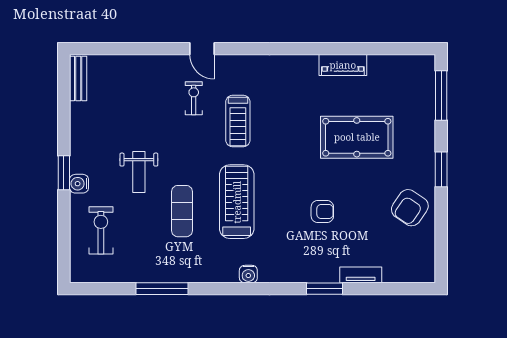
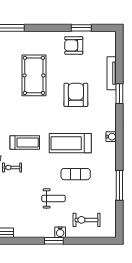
window: (441, 169) -> (81, 28), moved
armchair: (410, 208) -> (74, 45), turned 146
armchair: (322, 212) -> (76, 95), width x1.88, depth x1.88
tv unit: (361, 275) -> (112, 73), width x1.41

